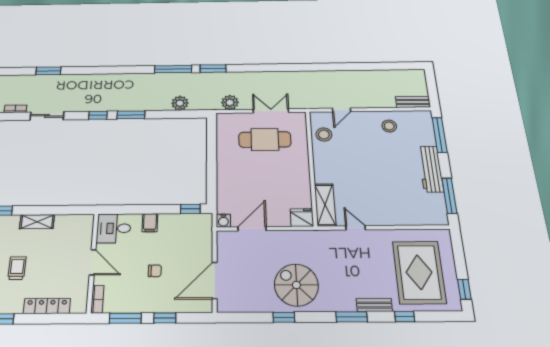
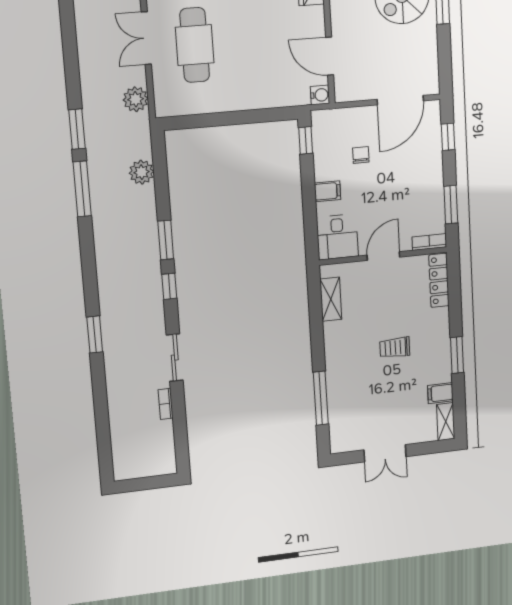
window: (48, 71) -> (95, 334), moved
shelving: (37, 222) -> (331, 299), moved
chair: (155, 271) -> (361, 155), moved
door: (215, 280) -> (400, 100), hinge flipped
locker: (47, 306) -> (439, 280), moved
window: (165, 318) -> (448, 137), moved

